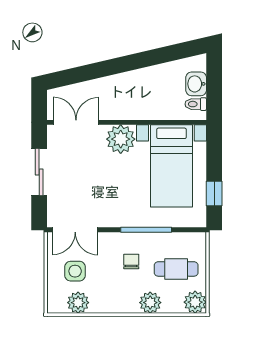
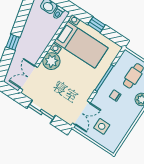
window: (112, 67) -> (13, 42), added
window: (214, 193) -> (97, 25), moved
plant: (78, 303) -> (118, 135), removed

